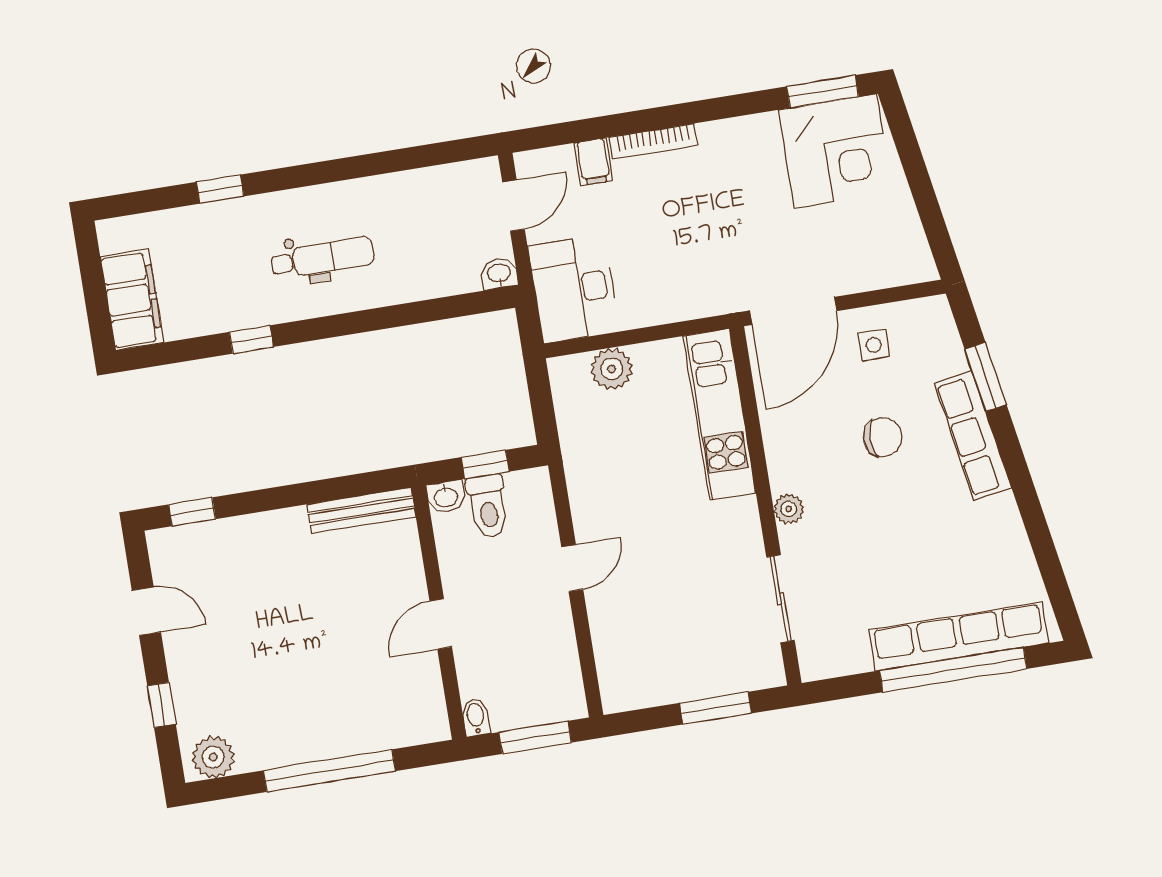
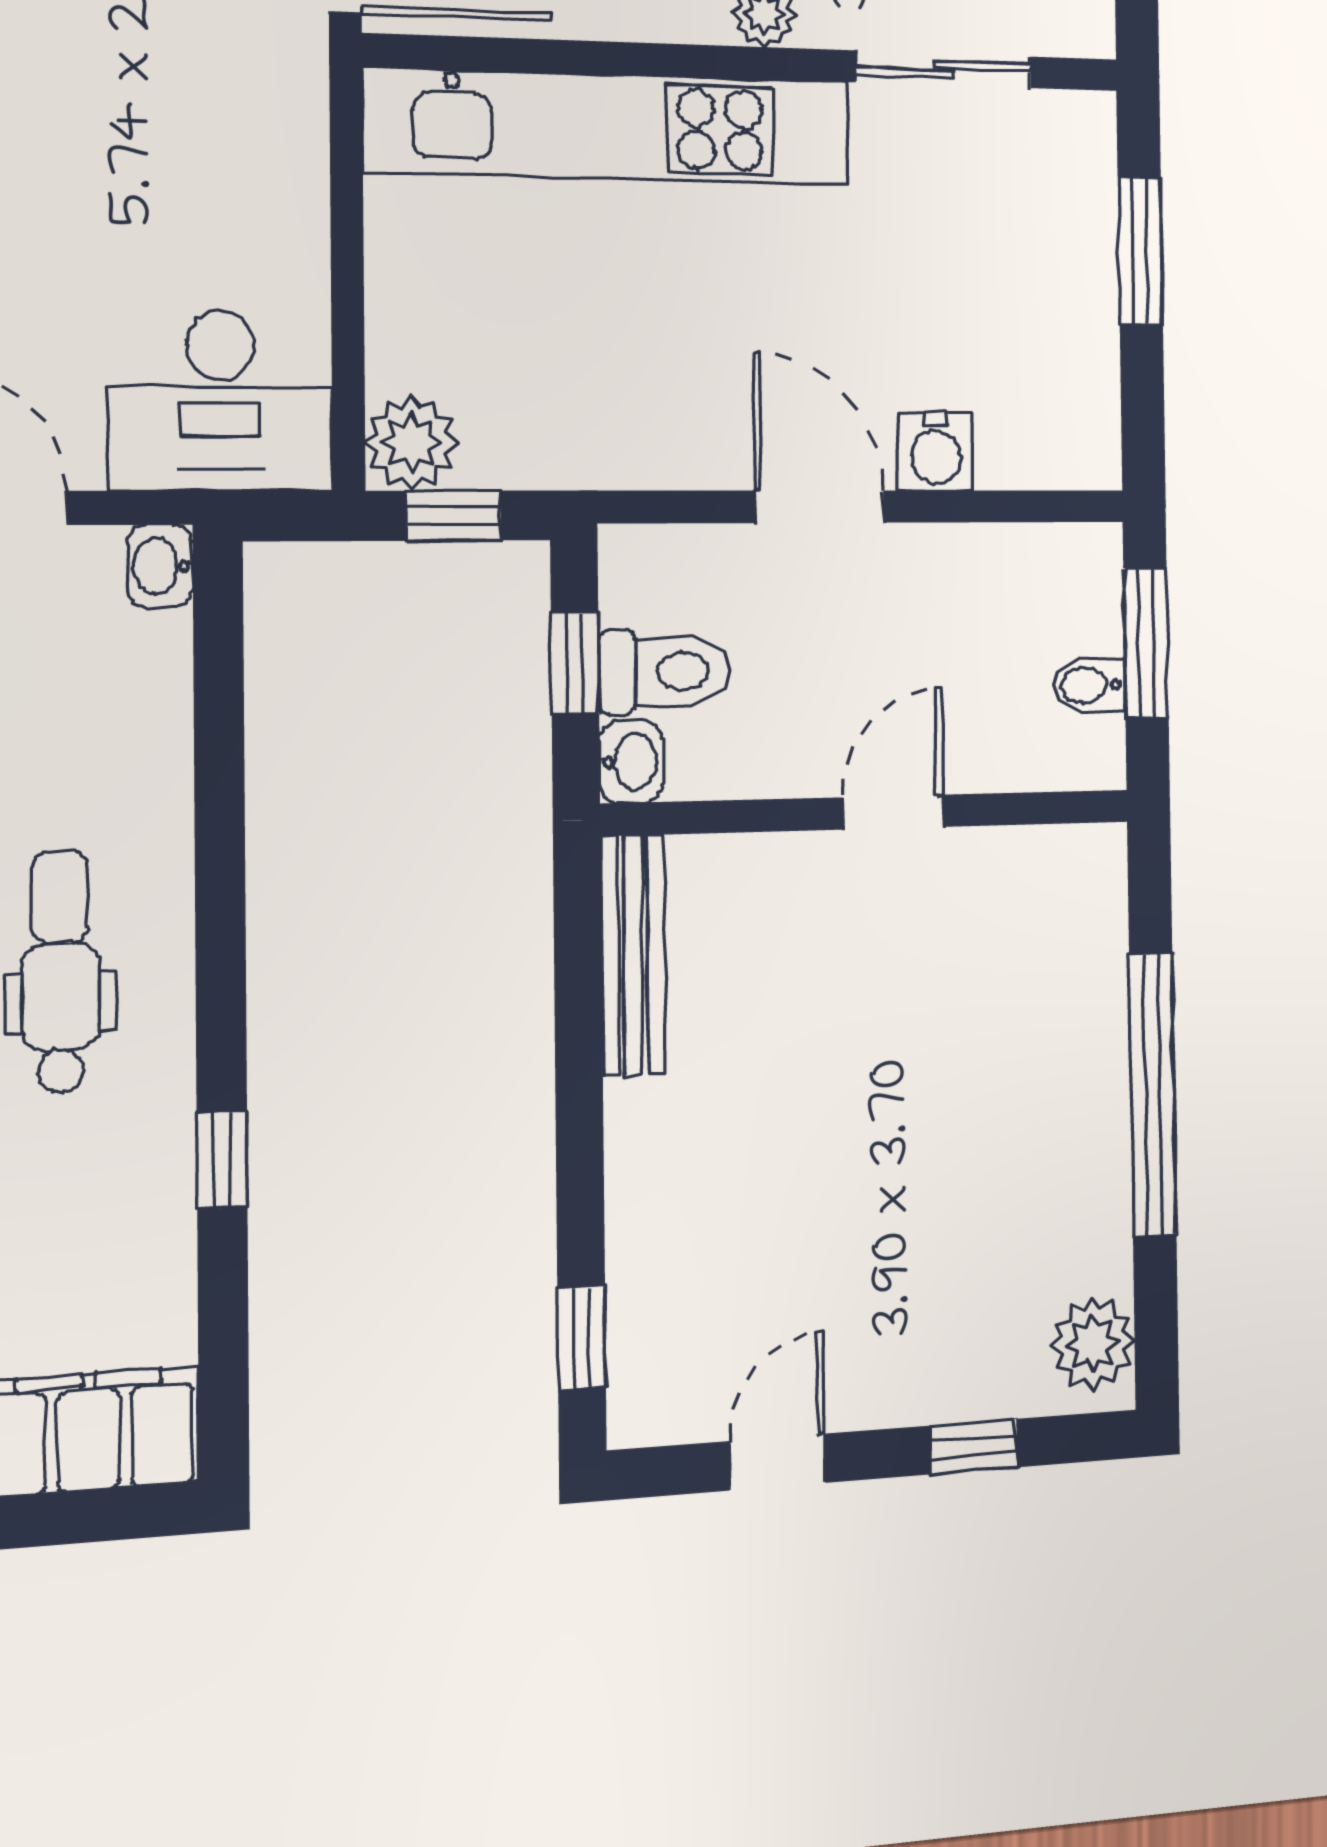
plant: (612, 369) -> (411, 443), moved
window: (541, 399) -> (453, 516), added
kitchen unit: (720, 415) -> (610, 126), width x1.36
door: (572, 568) -> (819, 507), width x1.38
water cooler: (606, 621) -> (936, 451), added
door: (441, 624) -> (893, 812), swing flipped
bidet: (476, 717) -> (1089, 685), moved

